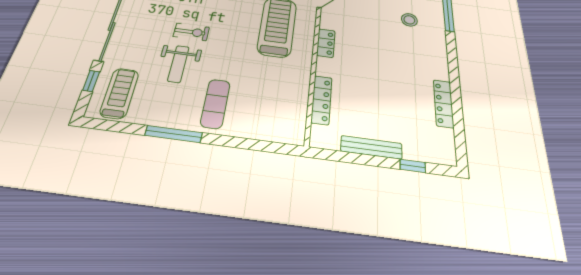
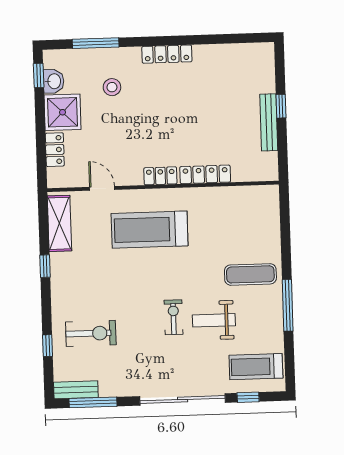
weight bench: (178, 64) -> (214, 320), turned 180
locker: (322, 100) -> (205, 174), moved
locker: (443, 103) -> (167, 54), moved
window: (413, 166) -> (281, 106), moved

